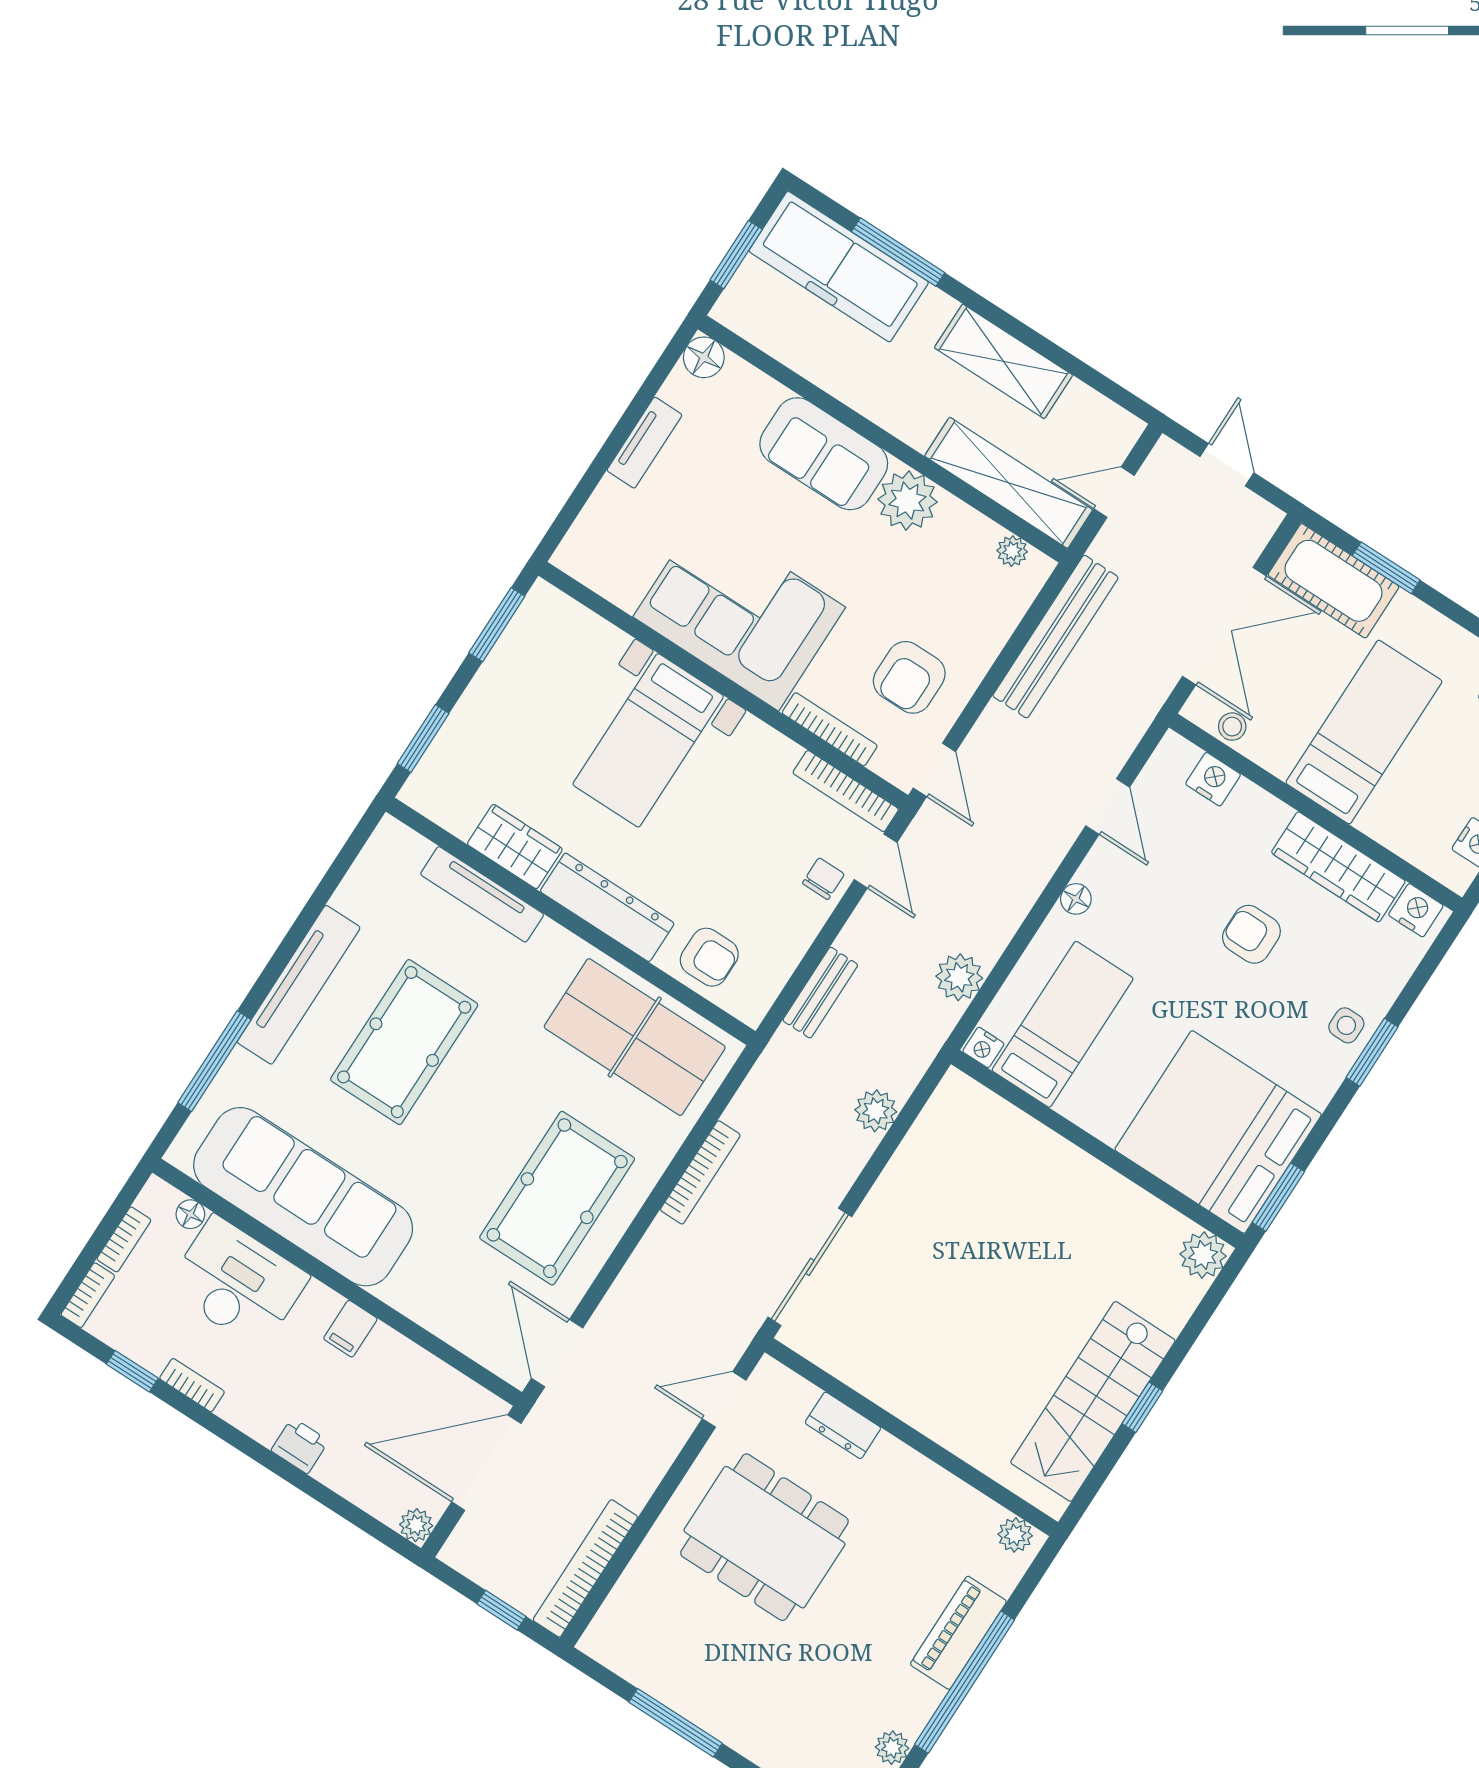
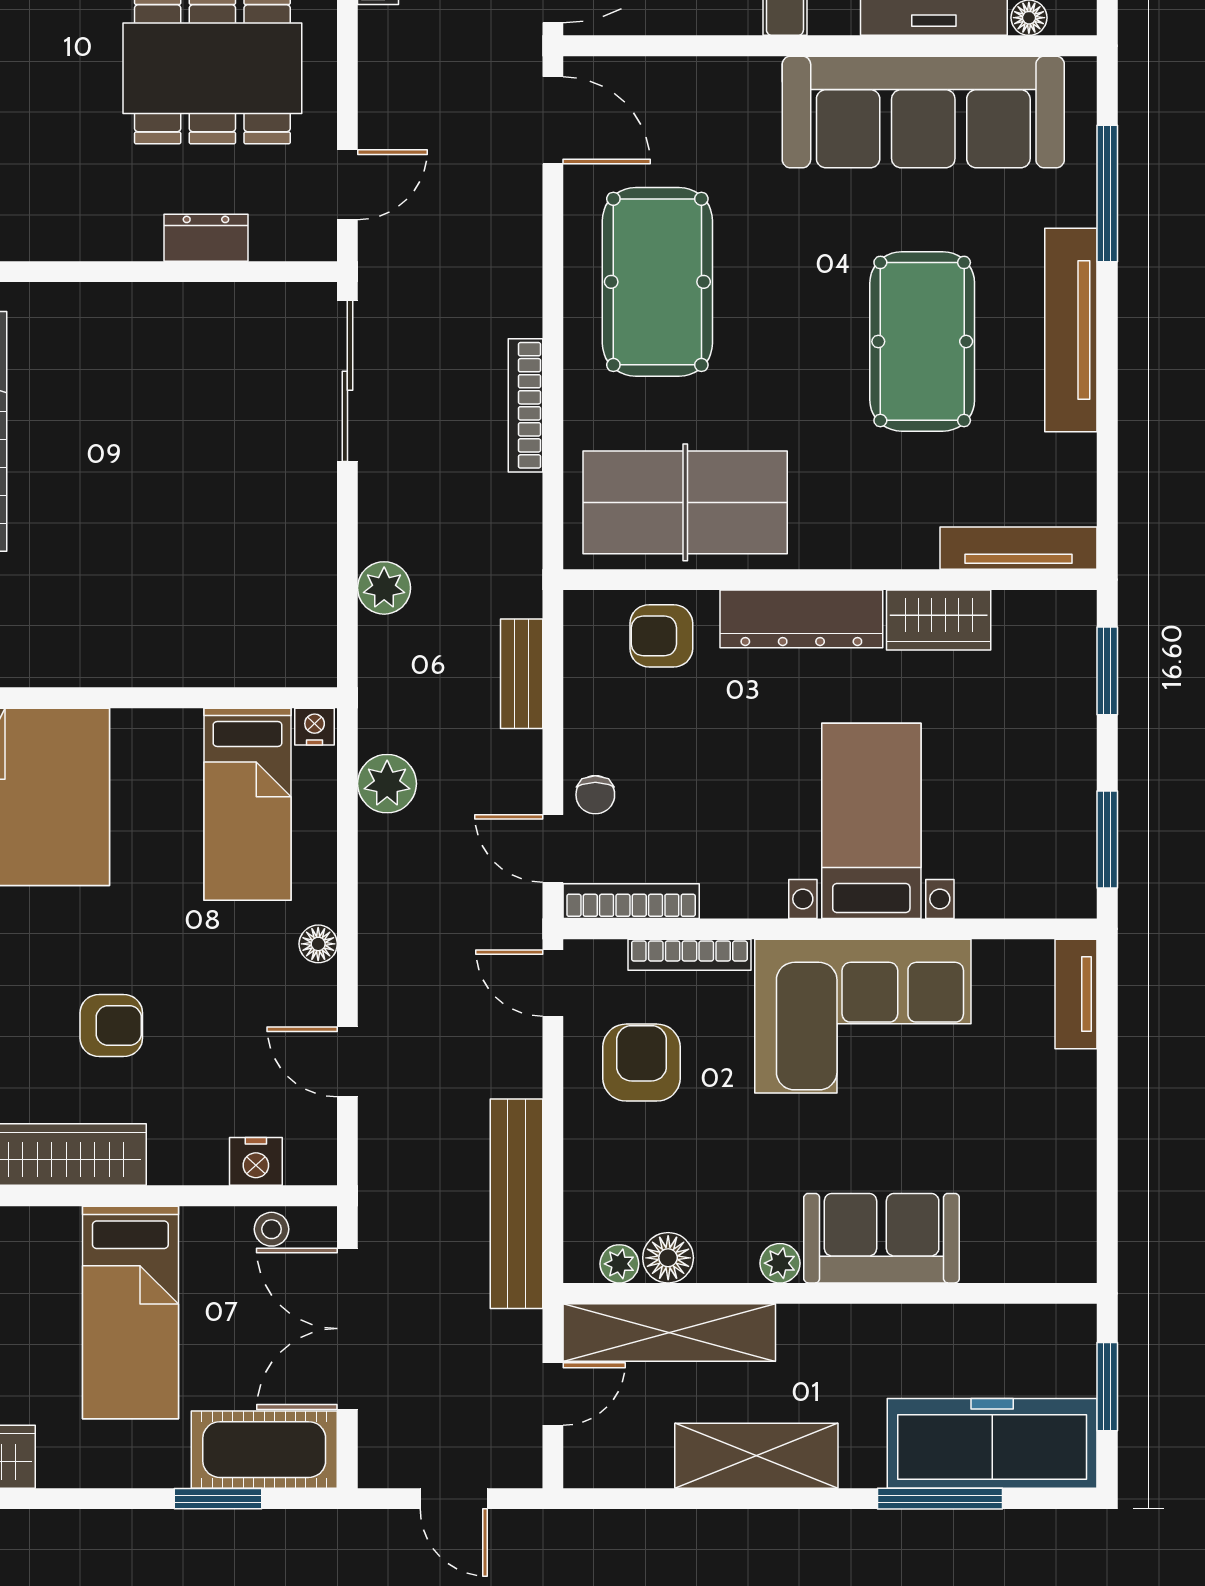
floor lamp: (704, 357) -> (668, 1258), moved
tv unit: (644, 443) -> (1076, 994), moved
plant: (908, 501) -> (780, 1263), width x0.53, depth x0.53
tv unit: (482, 894) -> (1019, 548), moved

